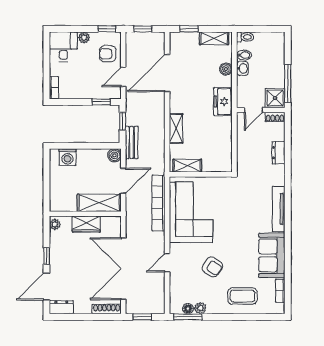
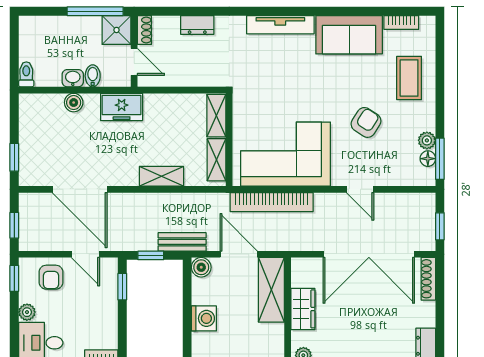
shelving: (214, 38) -> (216, 116), moved
bidet: (244, 55) -> (93, 76), moved
washing machine: (67, 157) -> (204, 318), moved

